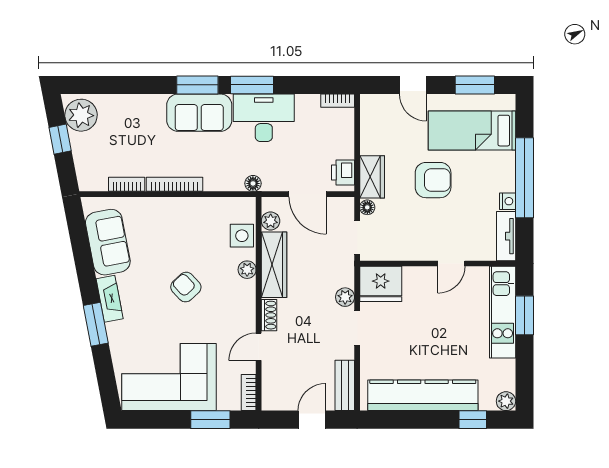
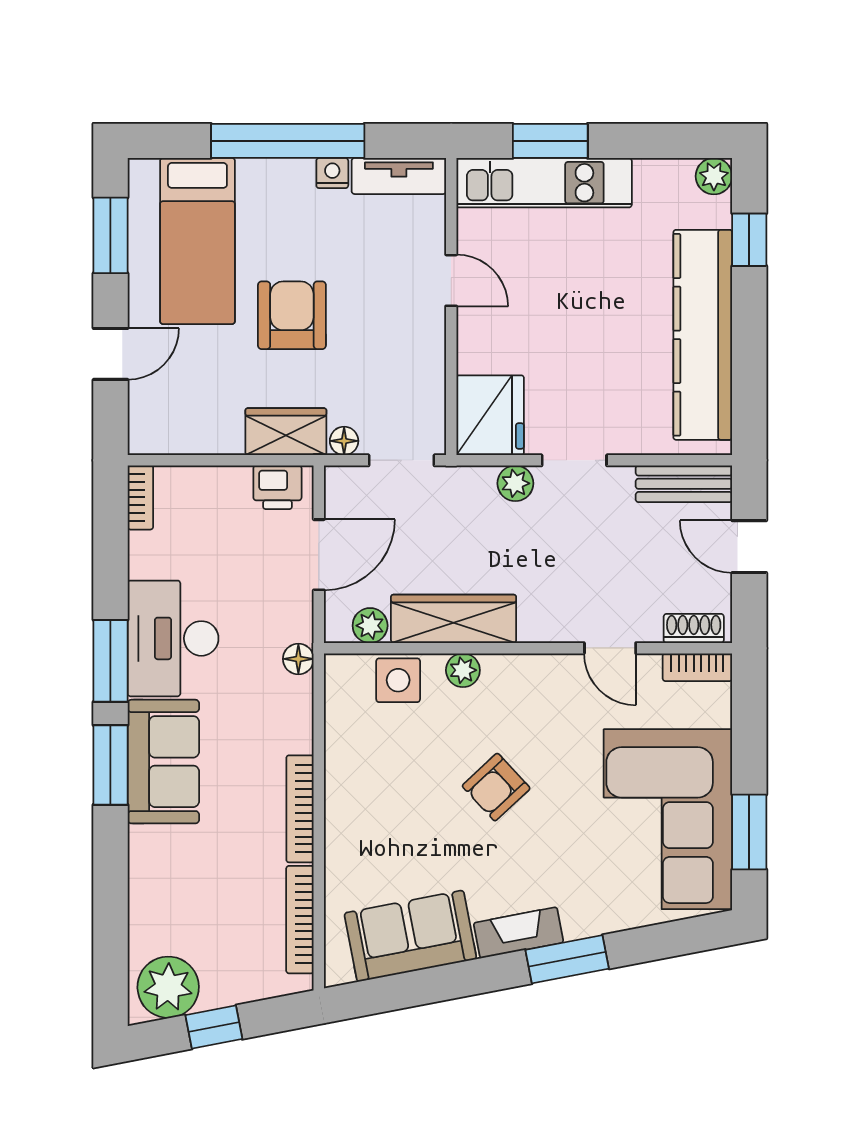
bookcase: (127, 184) -> (300, 920), width x1.56
shoe rack: (269, 315) -> (694, 628), moved
window: (210, 420) -> (749, 832), moved

